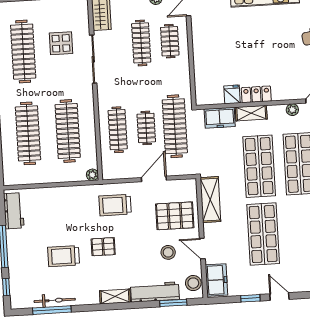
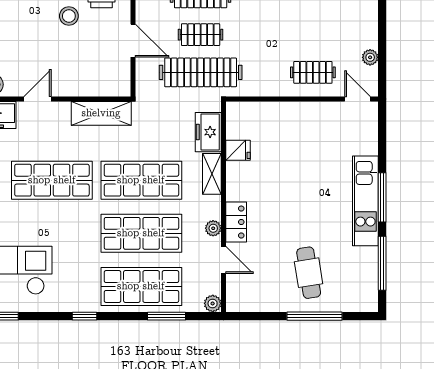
clothes rail: (141, 43) -> (313, 35), removed
locker: (256, 94) -> (236, 222), moved
pallet: (175, 216) -> (83, 65), removed
stool: (168, 252) -> (69, 16), moved

